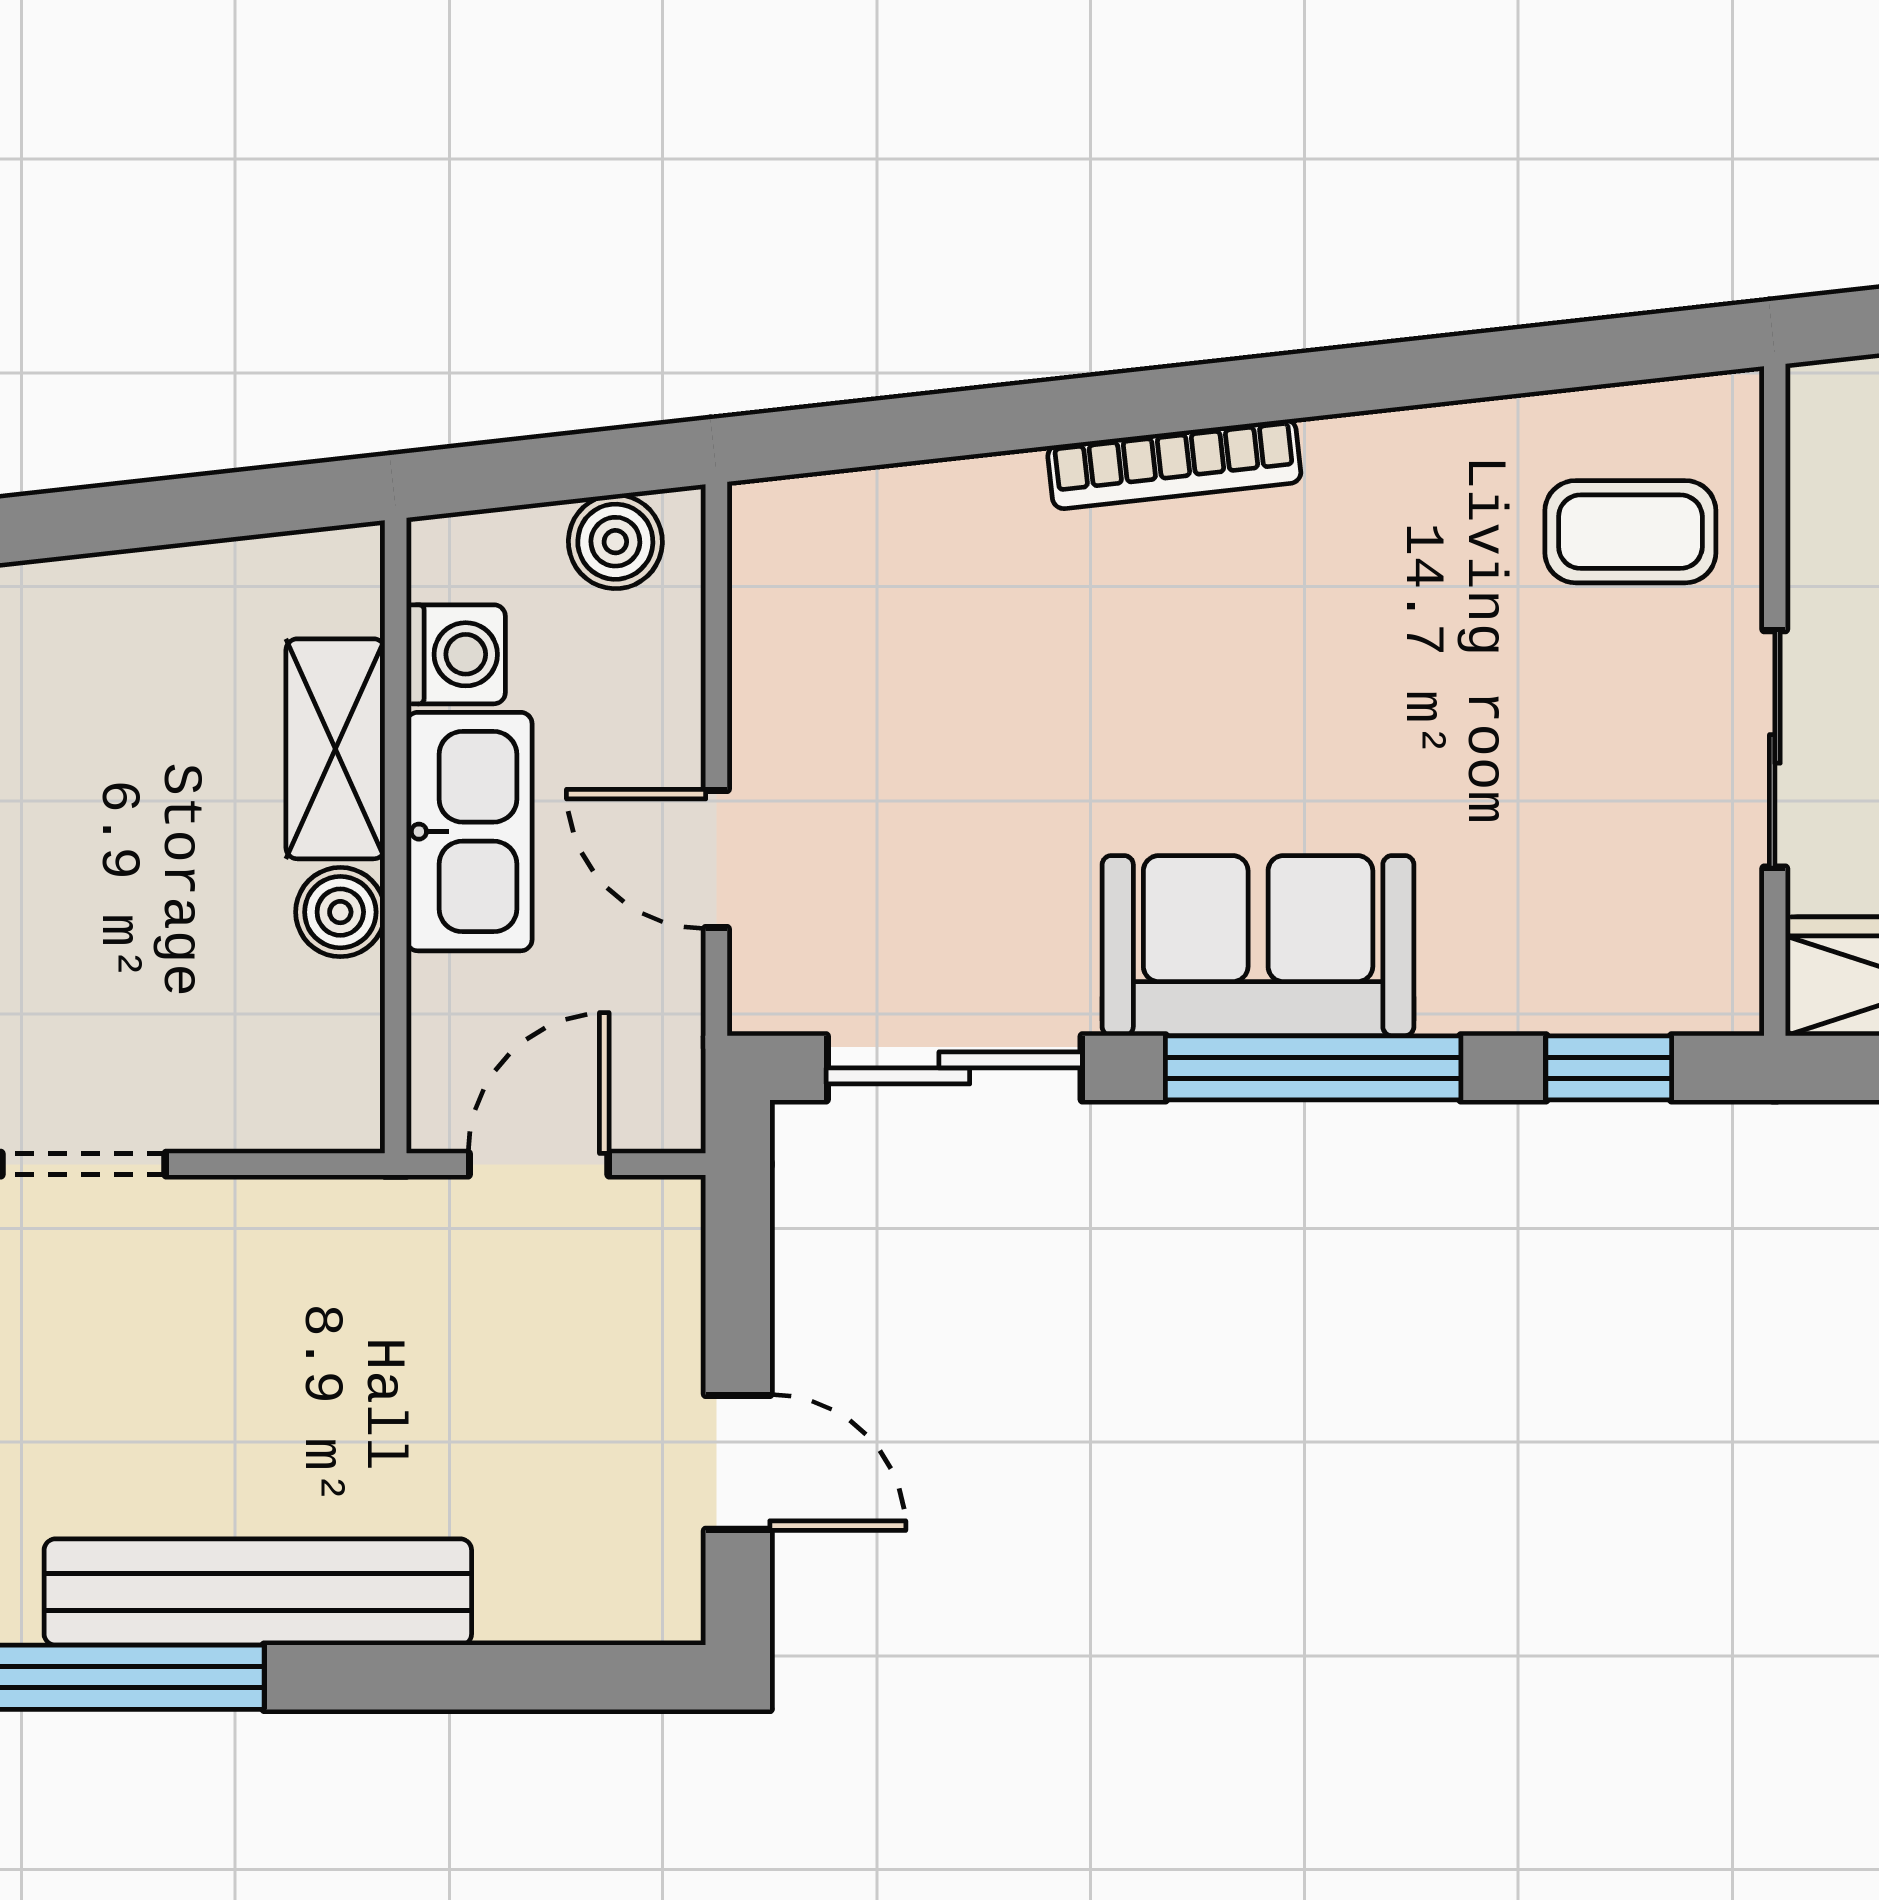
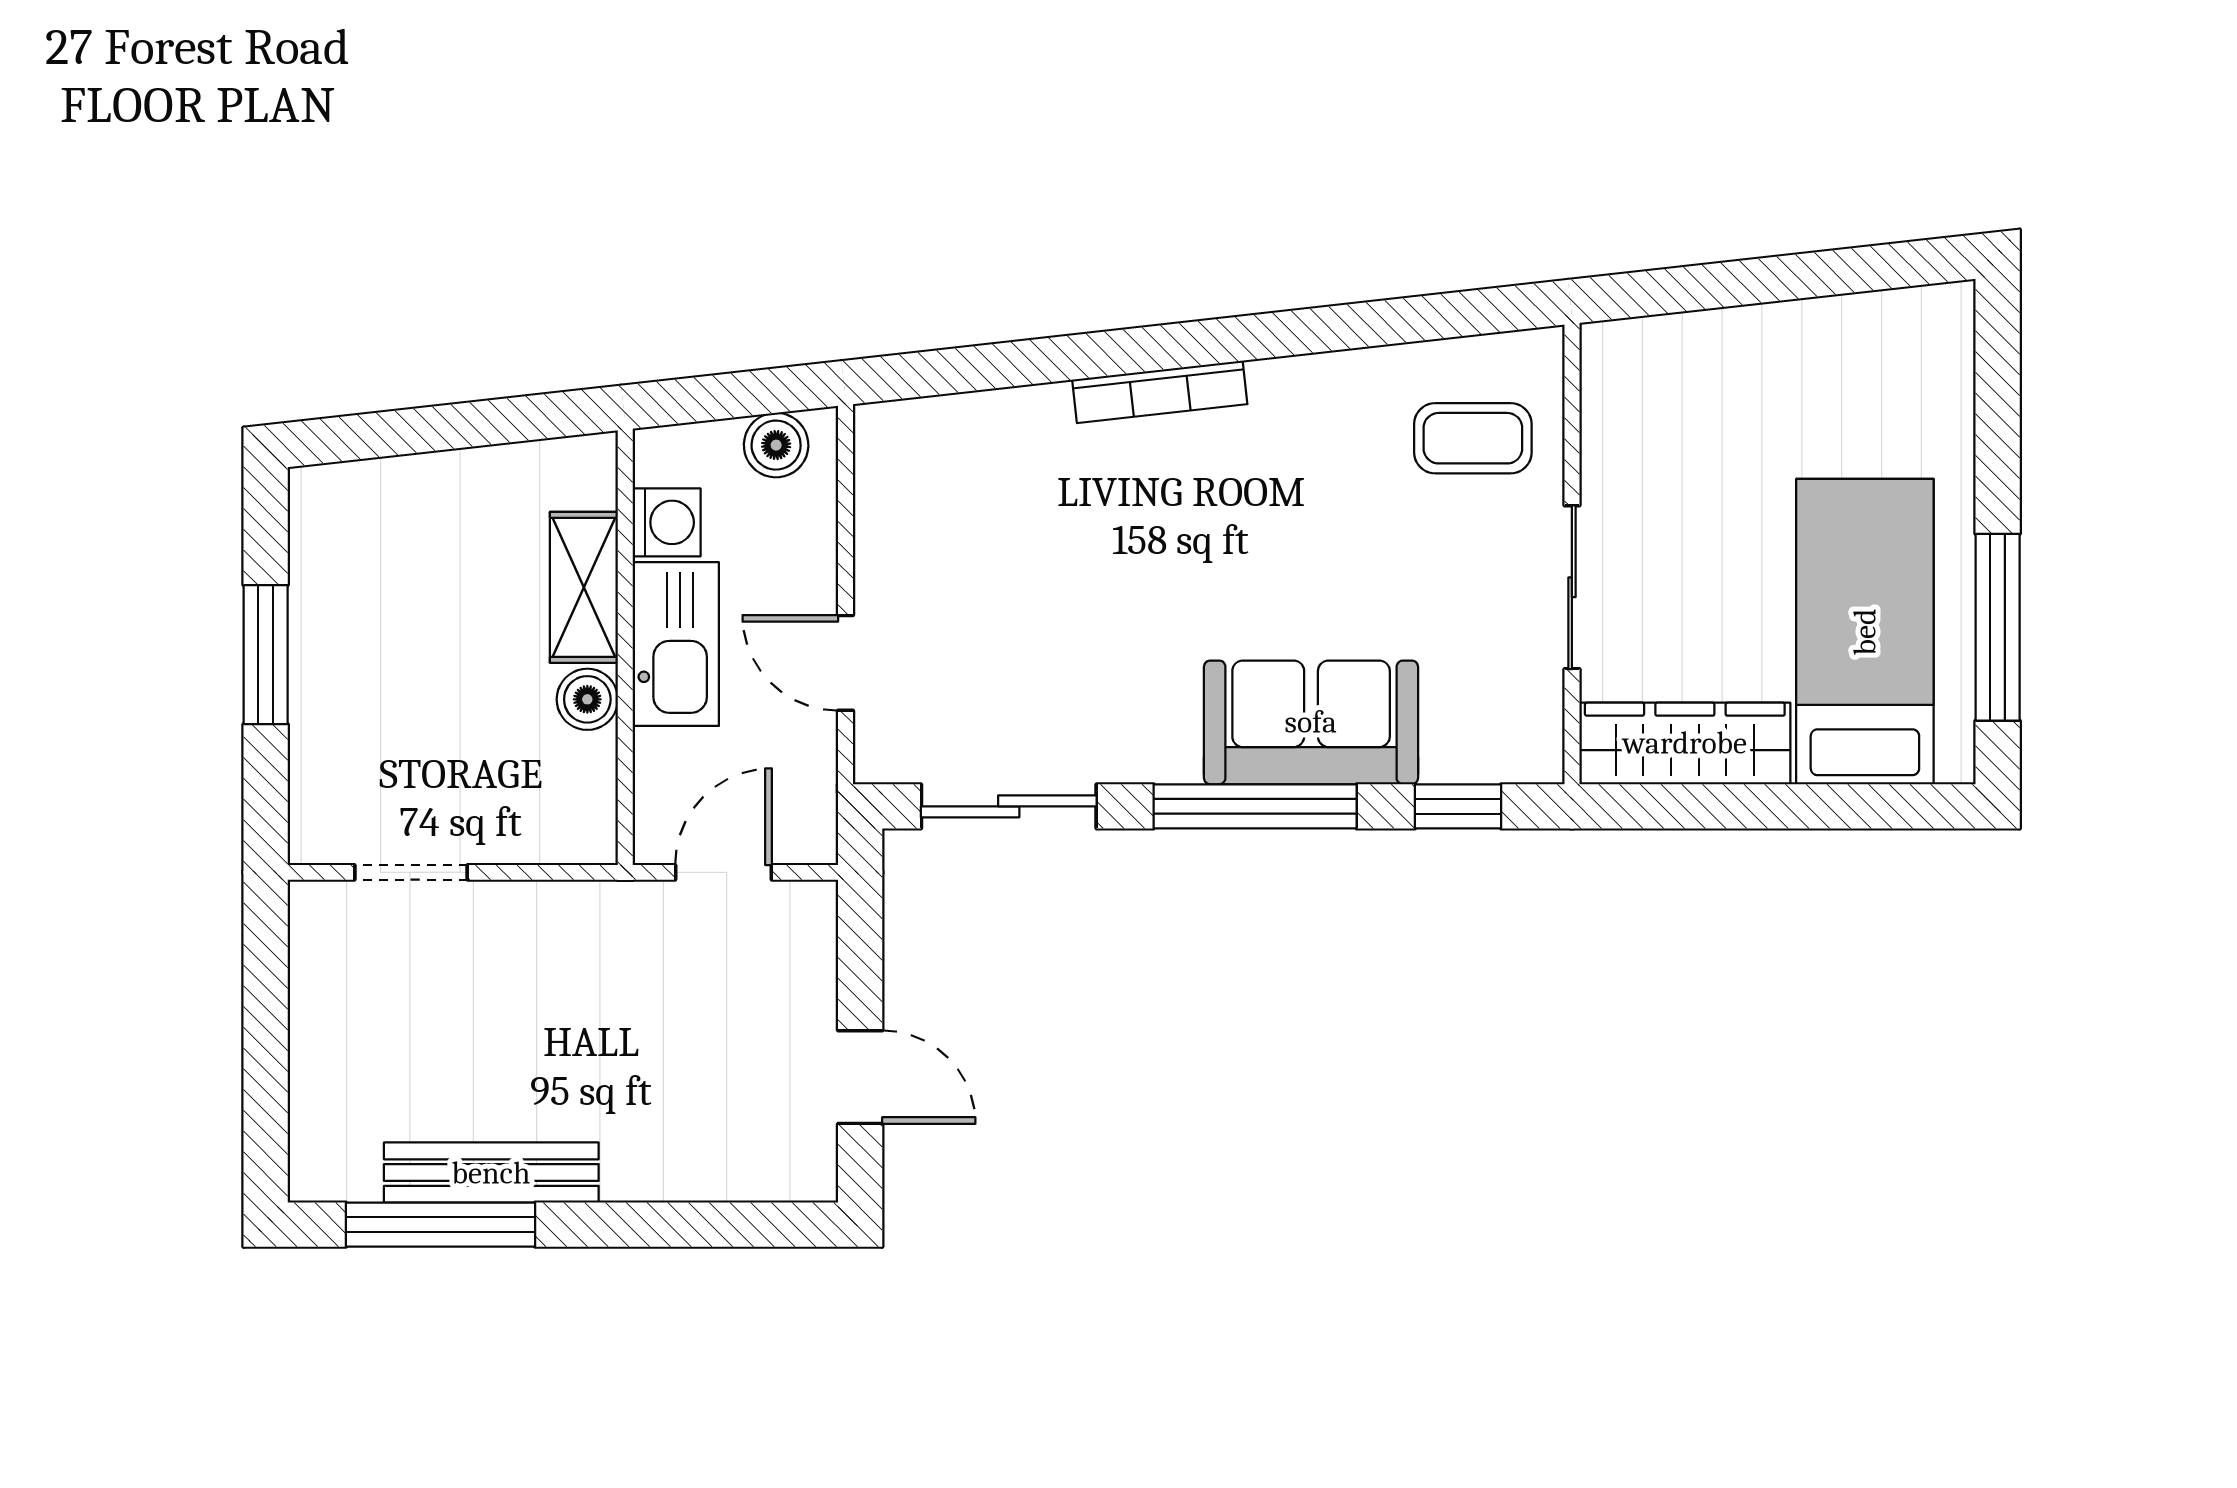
sofa: (1258, 946) -> (1311, 722), moved
bench: (258, 1592) -> (491, 1173), width x0.73, depth x0.82

